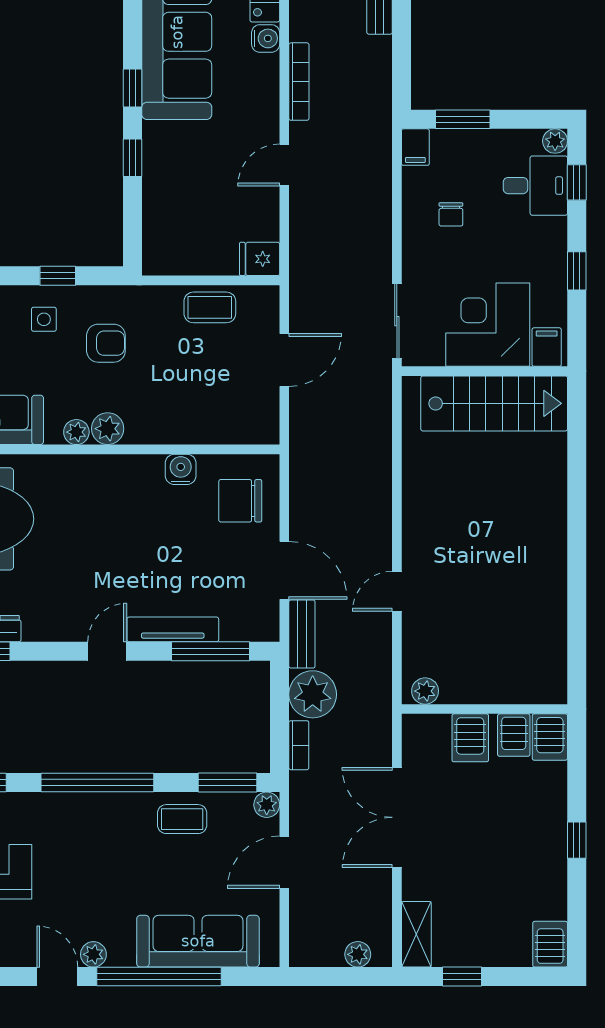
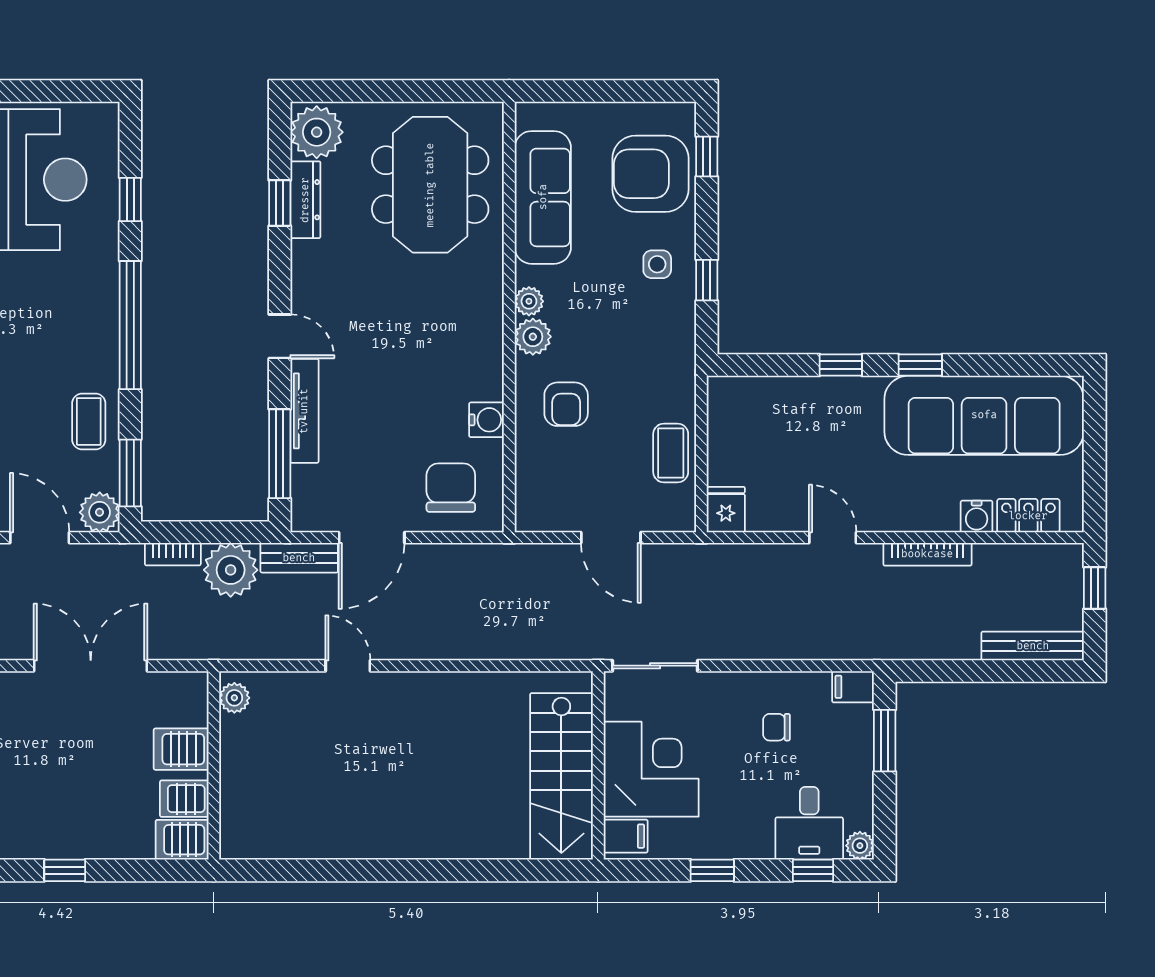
armchair: (106, 343) -> (566, 404), moved
plant: (267, 805) -> (100, 512), width x1.38, depth x1.38

